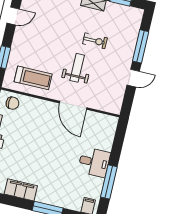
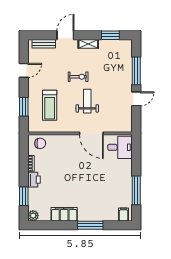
exercise bike: (95, 41) -> (78, 77), moved
treadmill: (33, 78) -> (50, 105), moved, turned 90
desk: (94, 162) -> (120, 147), moved

